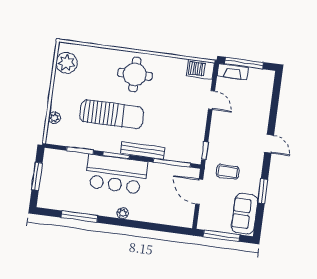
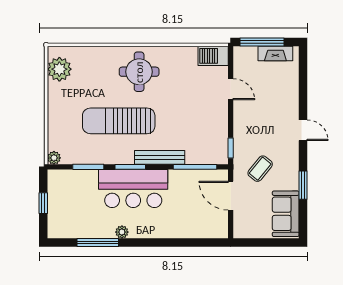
fireplace: (233, 72) -> (275, 53), moved
sun lounger: (112, 114) -> (119, 121), turned 180
plant: (54, 118) -> (54, 158), moved
coffee table: (228, 172) -> (260, 169), turned -51
window: (37, 176) -> (43, 203), width x0.67
plant: (123, 213) -> (122, 232), moved
window: (221, 236) -> (263, 243), removed

